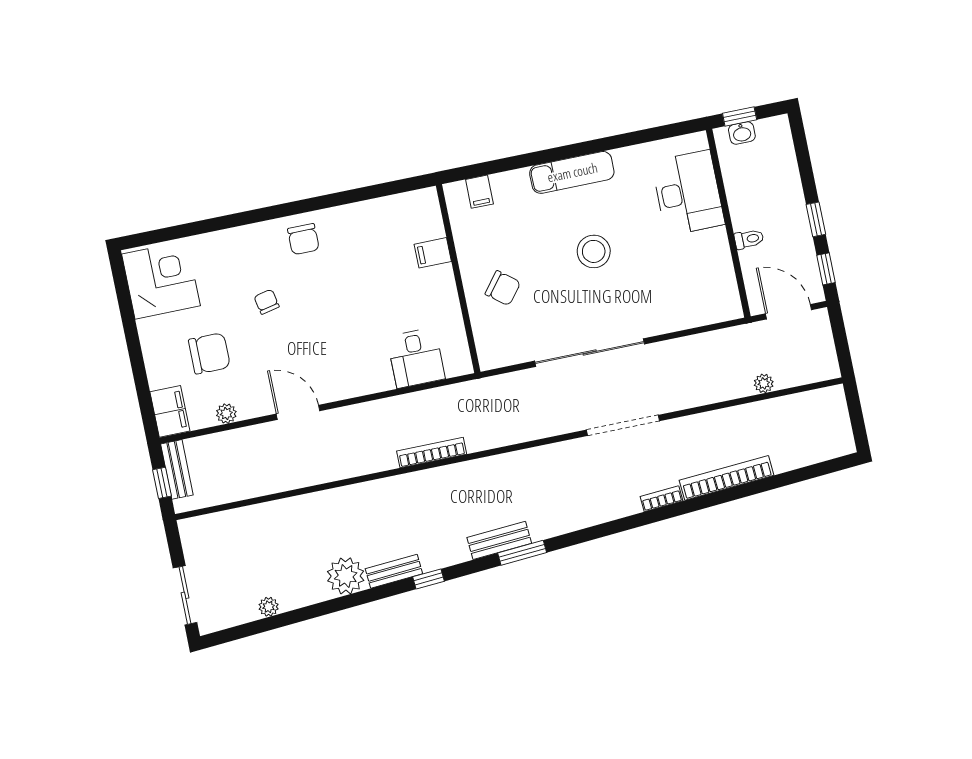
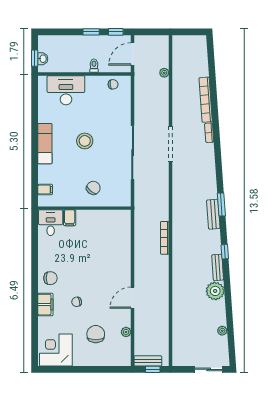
chair: (719, 285) -> (113, 84), added
desk: (416, 358) -> (51, 223), moved, turned -90
filing cabinet: (170, 411) -> (45, 305), moved, turned 90

